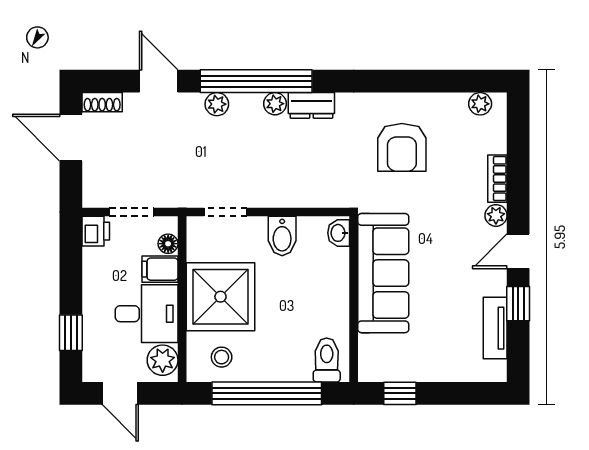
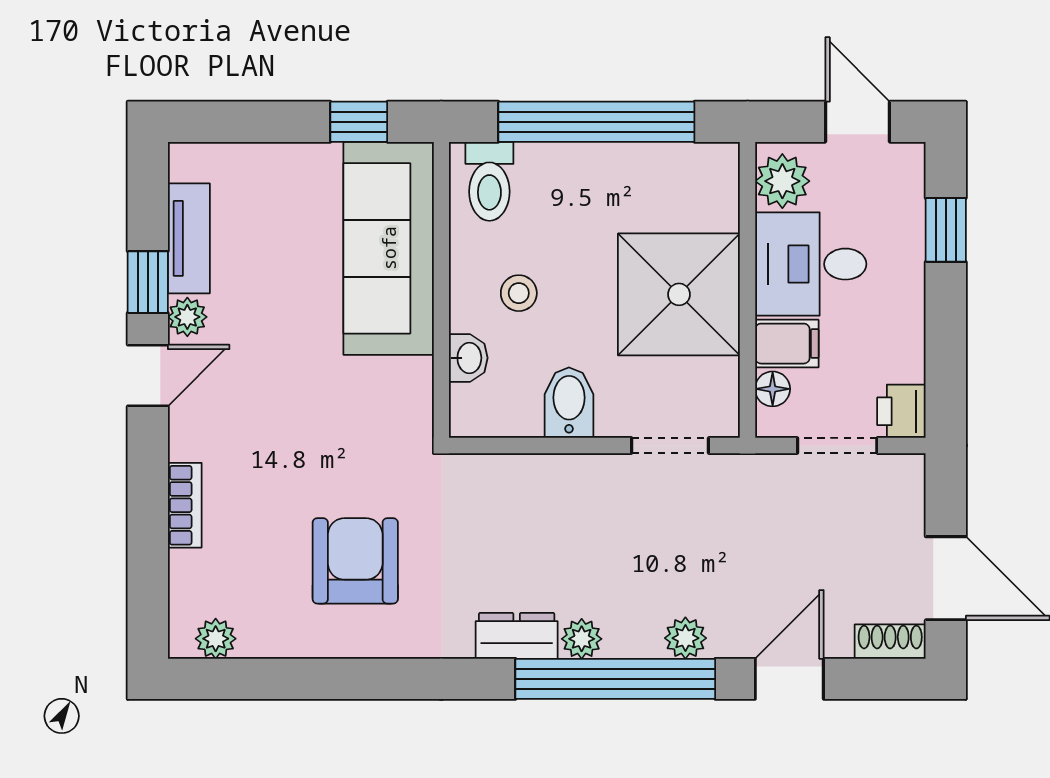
door: (159, 81) -> (789, 679), swing flipped
plant: (496, 215) -> (187, 317), moved
washbasin: (339, 233) -> (468, 358), moved
sofa: (383, 273) -> (389, 248), moved
stool: (222, 357) -> (519, 293), moved

